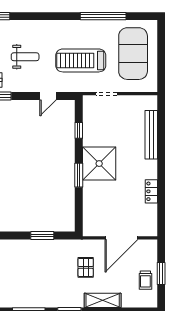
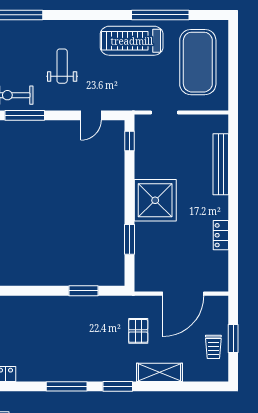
weight bench: (25, 57) -> (62, 66), turned -90
treadmill: (81, 60) -> (132, 41), moved
window: (79, 130) -> (130, 141), moved
window: (79, 175) -> (130, 239), moved

